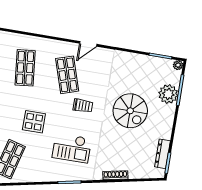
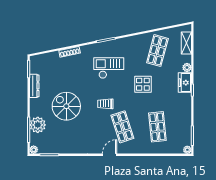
dresser: (163, 154) -> (34, 86), moved

